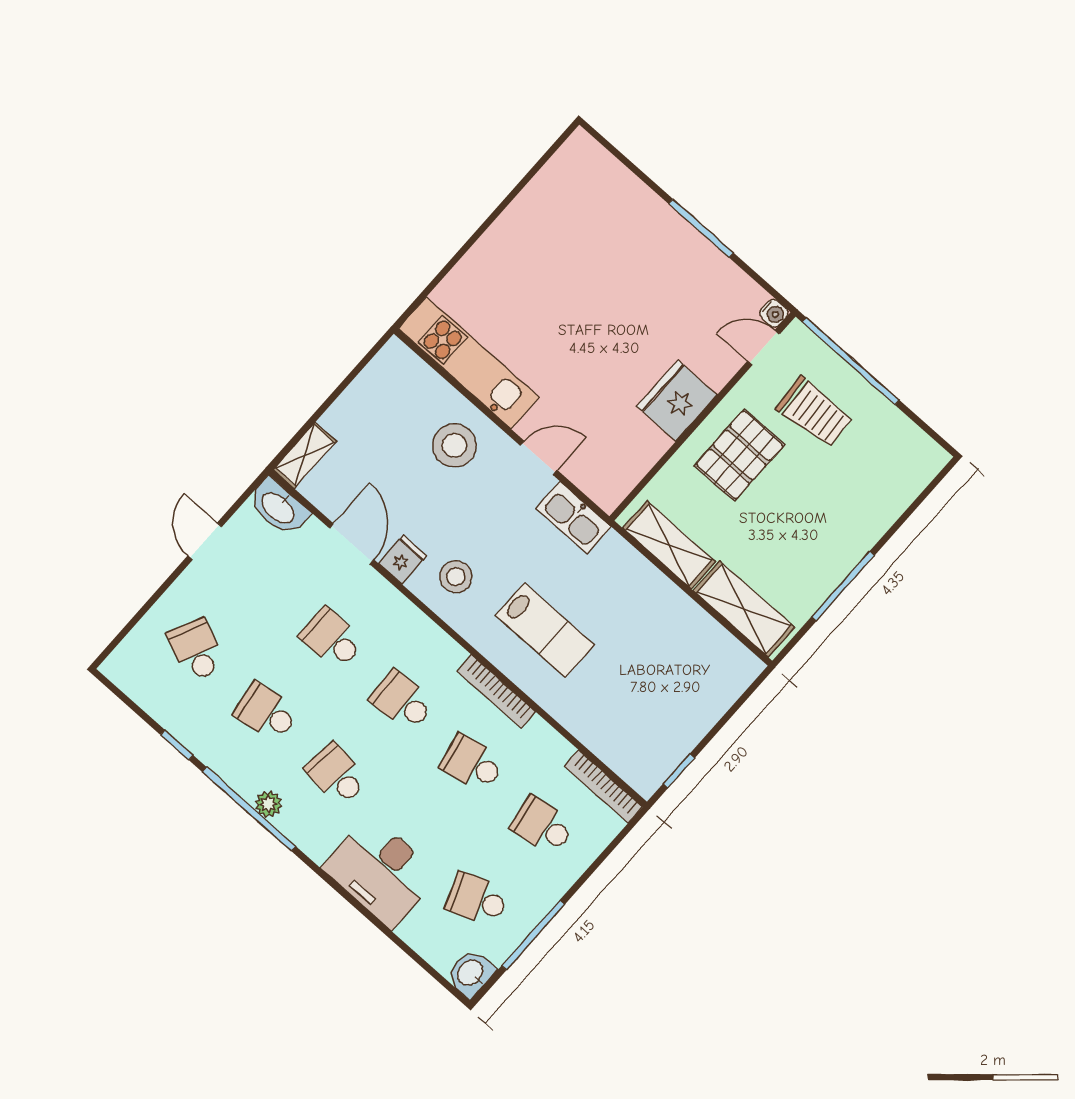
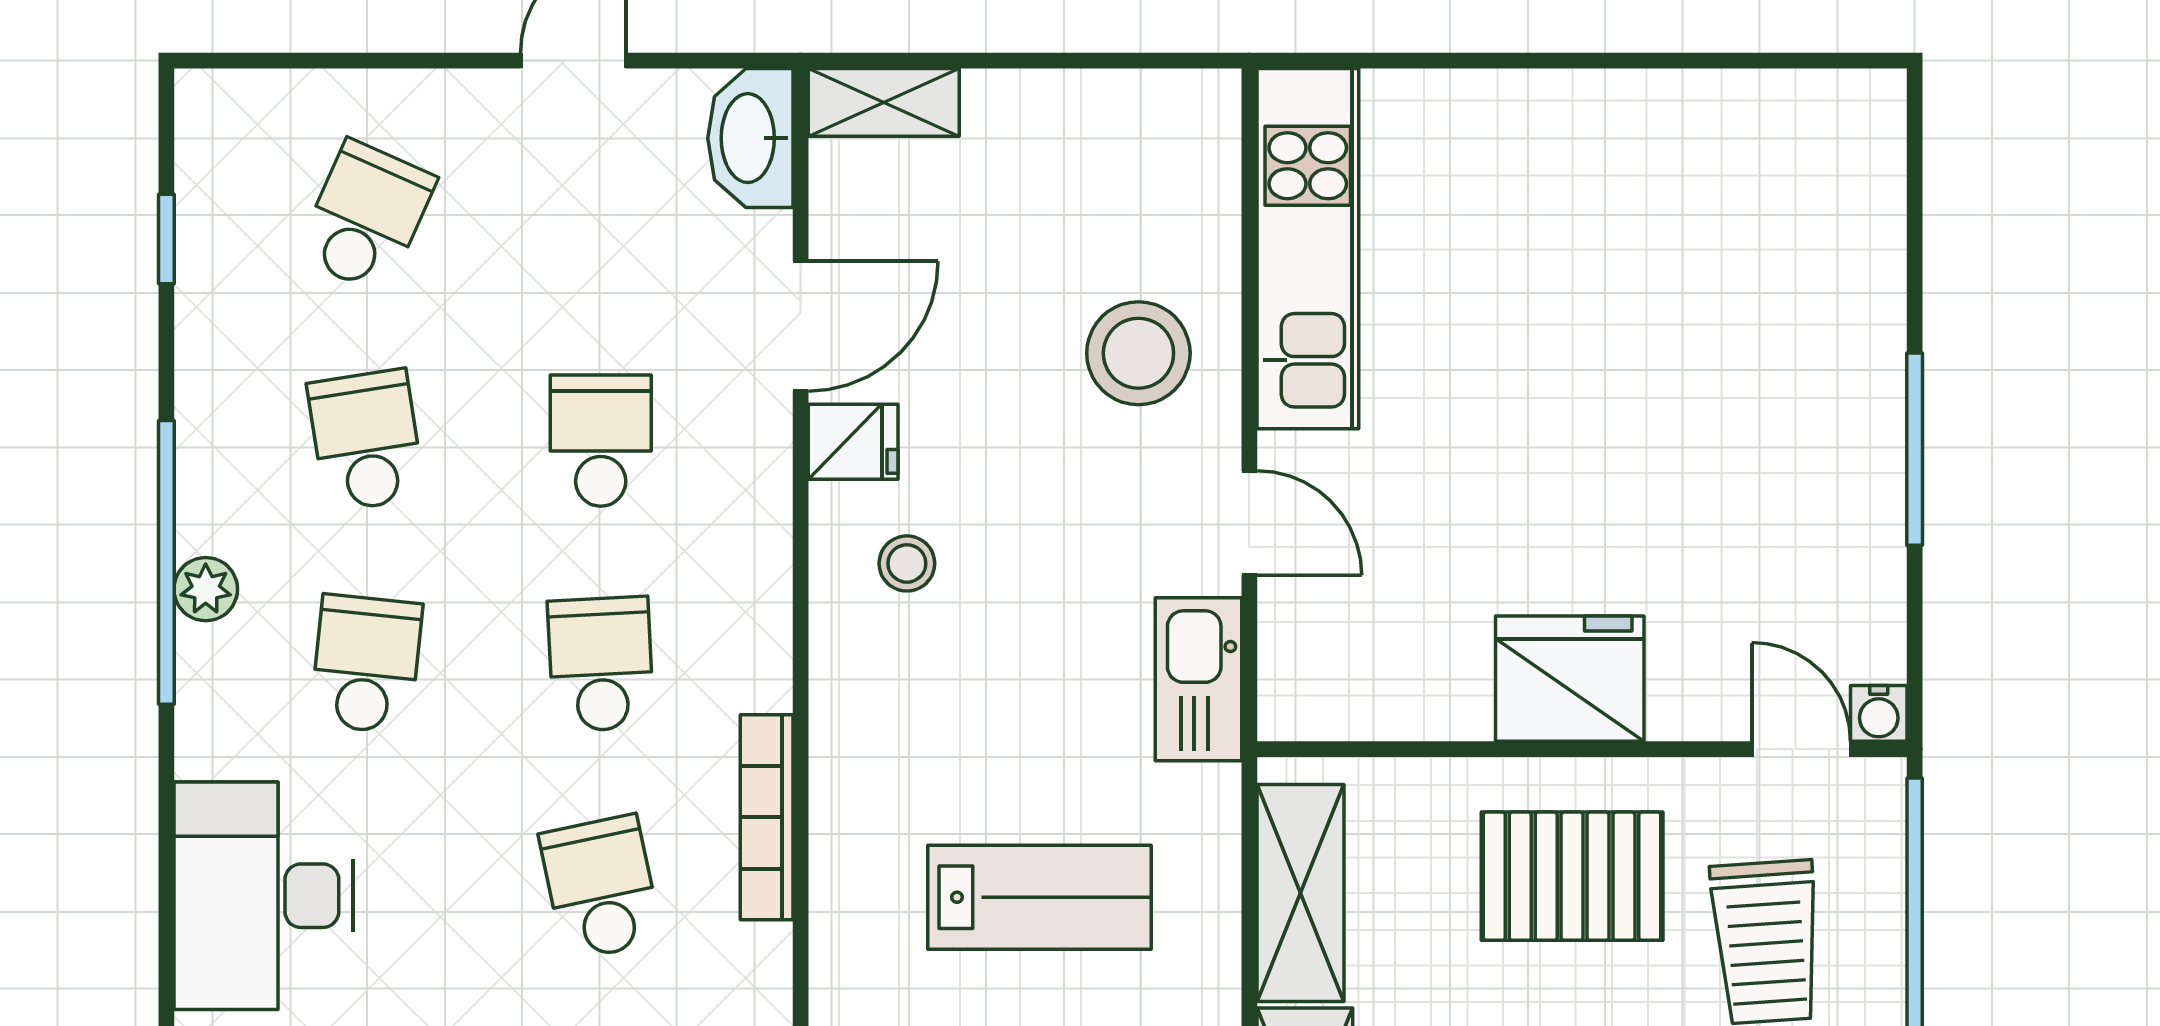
stool: (456, 577) -> (907, 563), width x0.73, depth x0.73
lab bench: (545, 630) -> (1040, 897), moved, turned -90
window: (177, 745) -> (166, 239), moved

